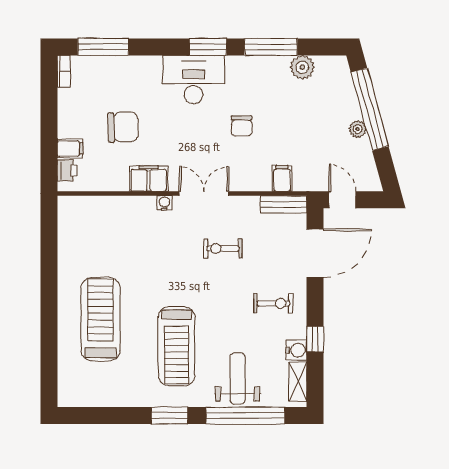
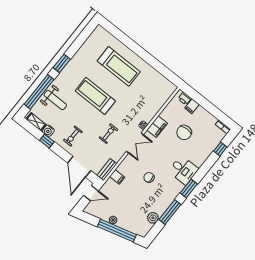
window: (103, 47) -> (220, 149), width x0.46
desk: (194, 80) -> (183, 170), width x0.73
treadmill: (177, 346) -> (95, 96), moved

